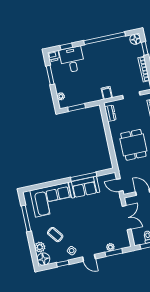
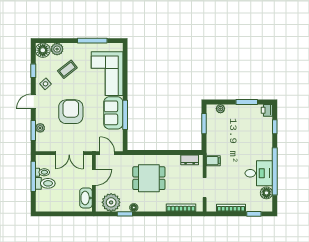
floor lamp: (135, 39) -> (266, 193), moved
desk: (72, 60) -> (259, 173), moved
door: (120, 185) -> (107, 153), hinge flipped
armchair: (91, 224) -> (71, 112), added

